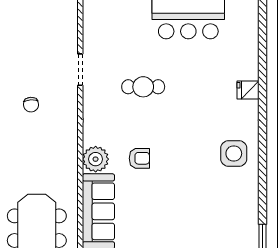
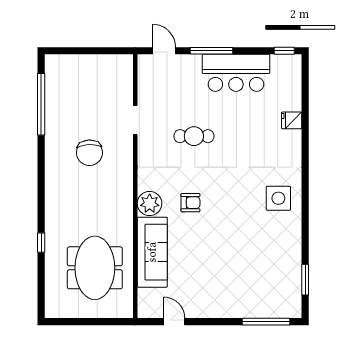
fridge: (248, 90) -> (292, 120), moved
chair: (31, 105) -> (89, 153), width x1.87, depth x1.87

